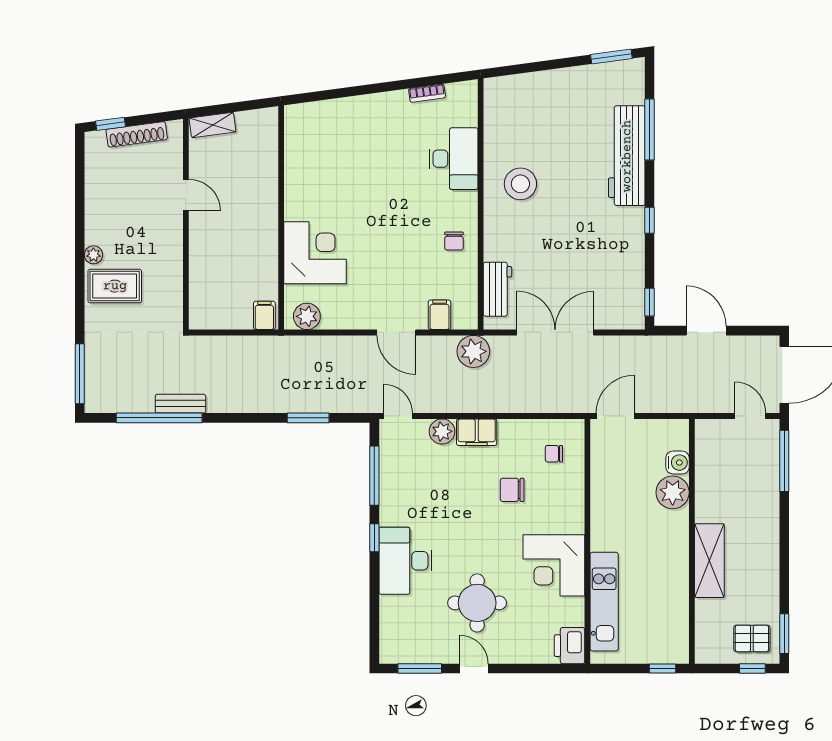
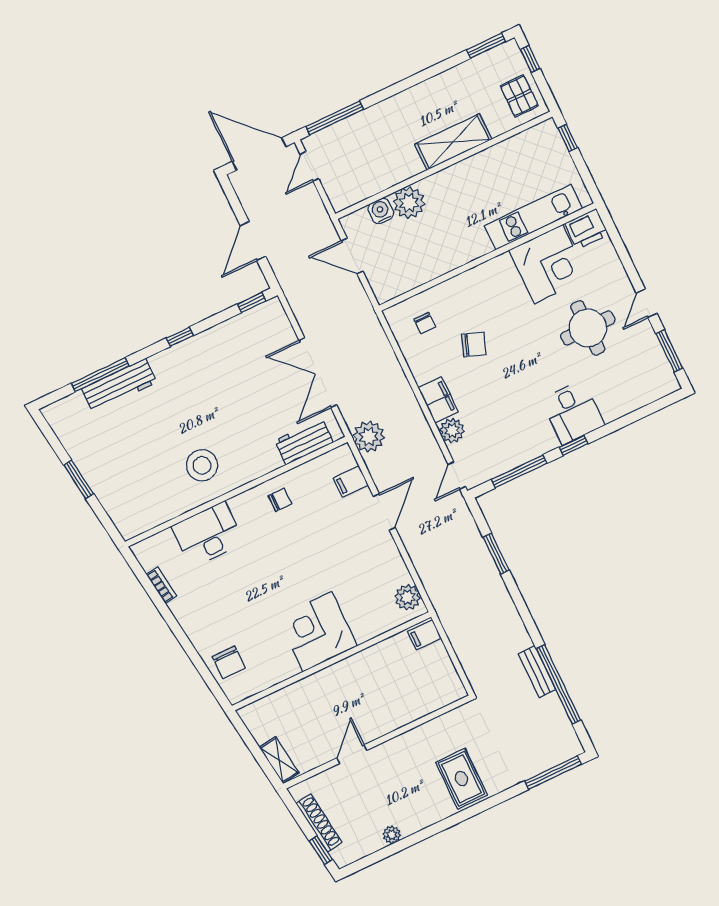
window: (611, 57) -> (79, 479), moved
chair: (326, 122) -> (229, 662), added
workbench: (627, 156) -> (119, 386), width x0.73, depth x0.76
corner desk: (315, 253) -> (317, 632), moved
plant: (93, 255) -> (392, 835), moved
door: (615, 416) -> (352, 256), moved
chair: (512, 490) -> (474, 345), turned -70
desk: (406, 561) -> (573, 412), width x0.73
corner desk: (554, 565) -> (548, 264), moved
pallet: (752, 638) -> (519, 96), moved

